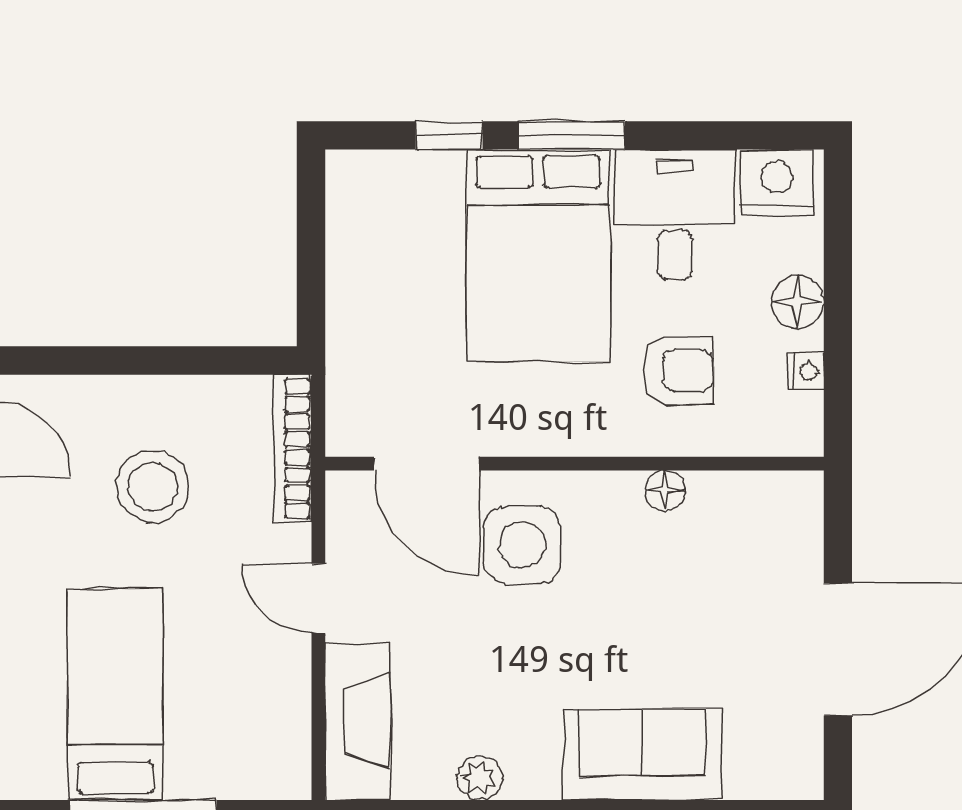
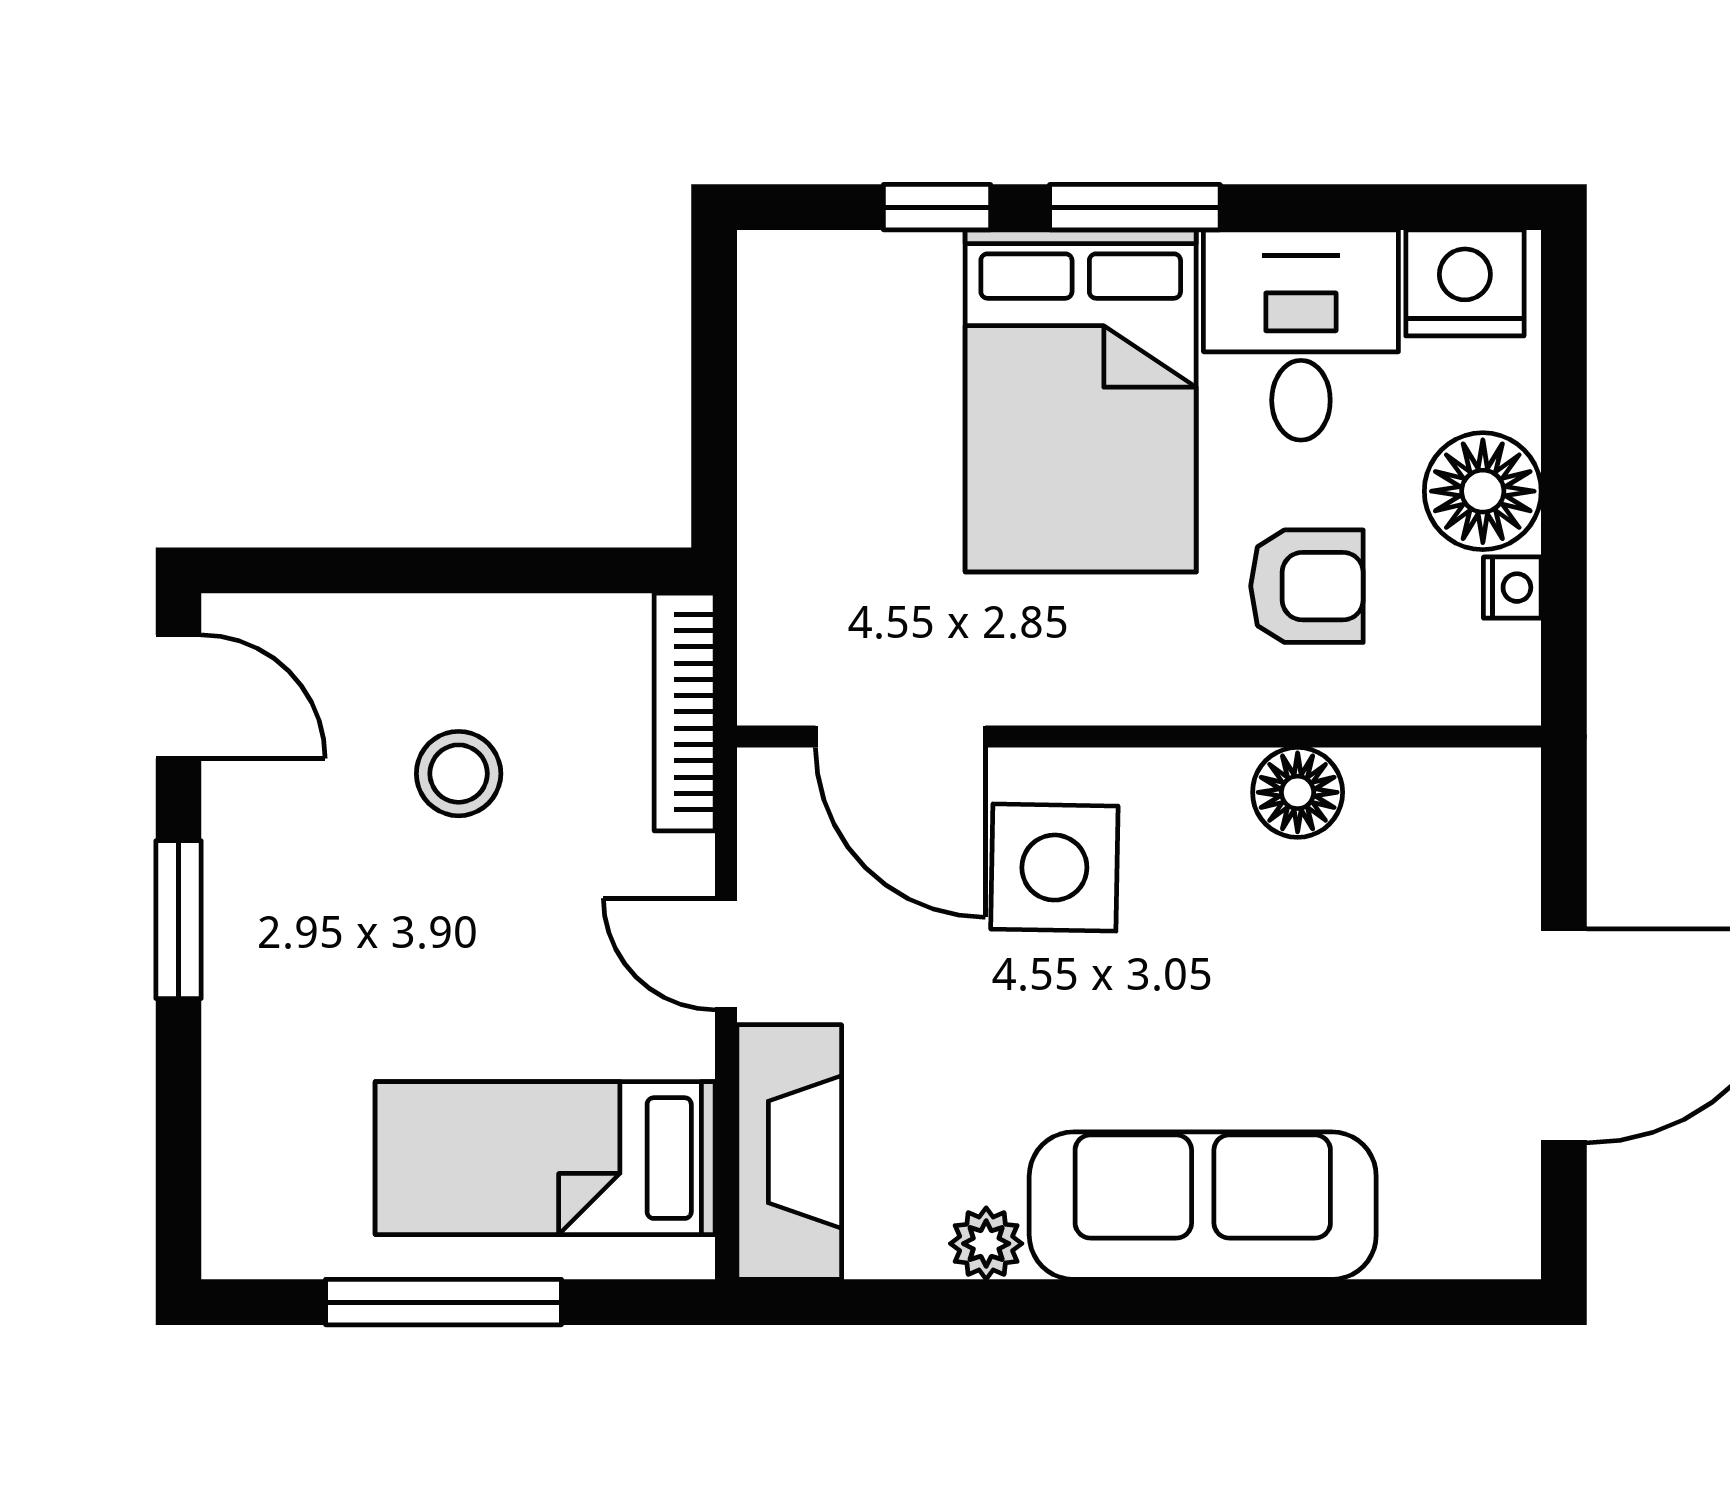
floor lamp: (797, 302) -> (1483, 491), width x1.38, depth x1.38
stool: (153, 487) -> (459, 774), width x0.73, depth x0.73
floor lamp: (665, 491) -> (1298, 792), width x1.37, depth x1.37
bed: (115, 695) -> (545, 1158), moved, turned -90
sofa: (642, 754) -> (1203, 1206), width x1.36

